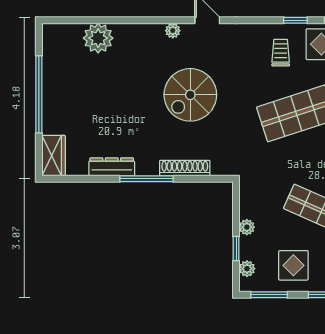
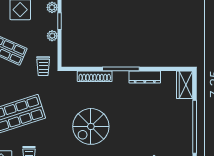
spiral stairs: (190, 95) -> (91, 126), turned 180
trolley: (260, 183) -> (43, 66), added

